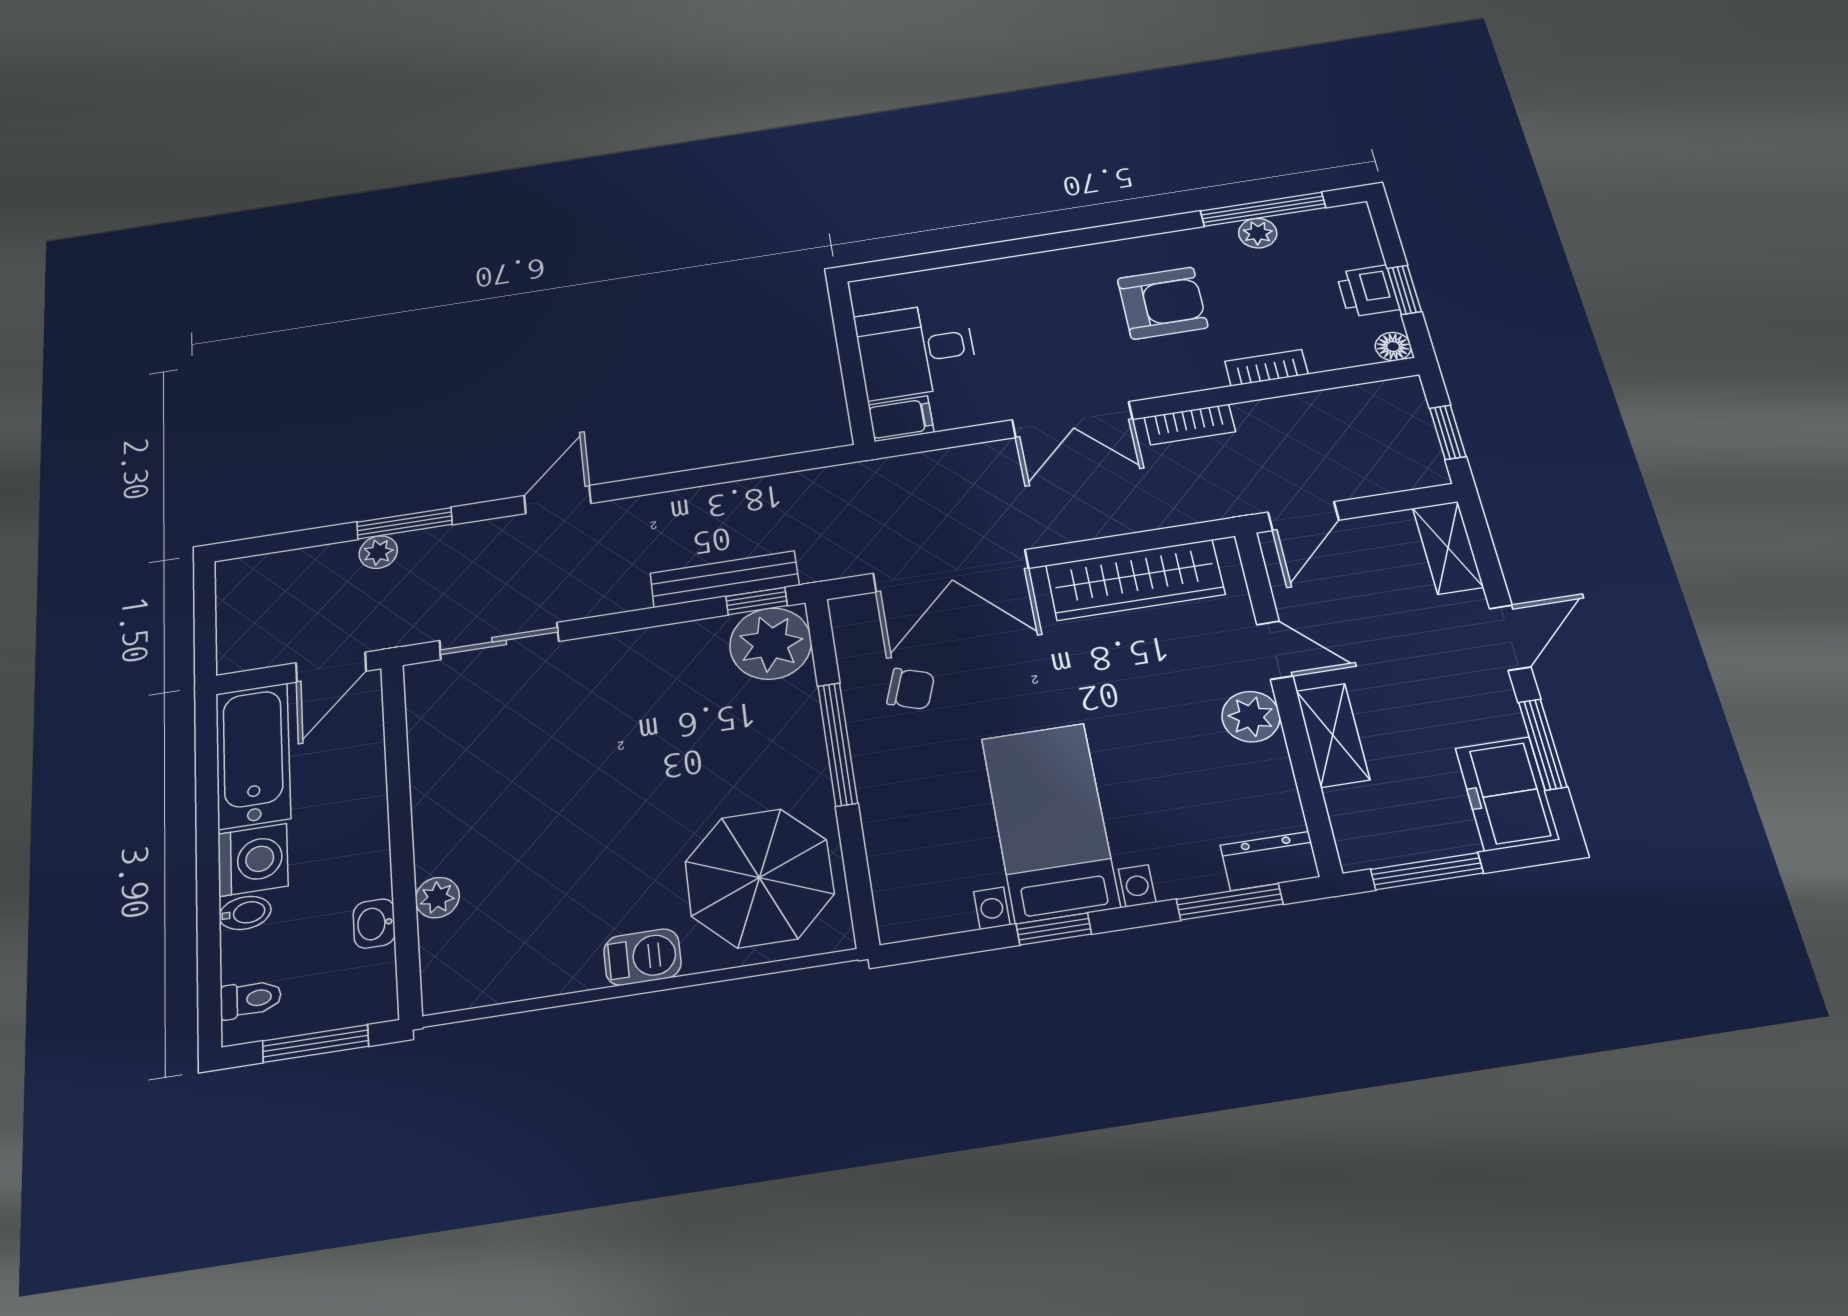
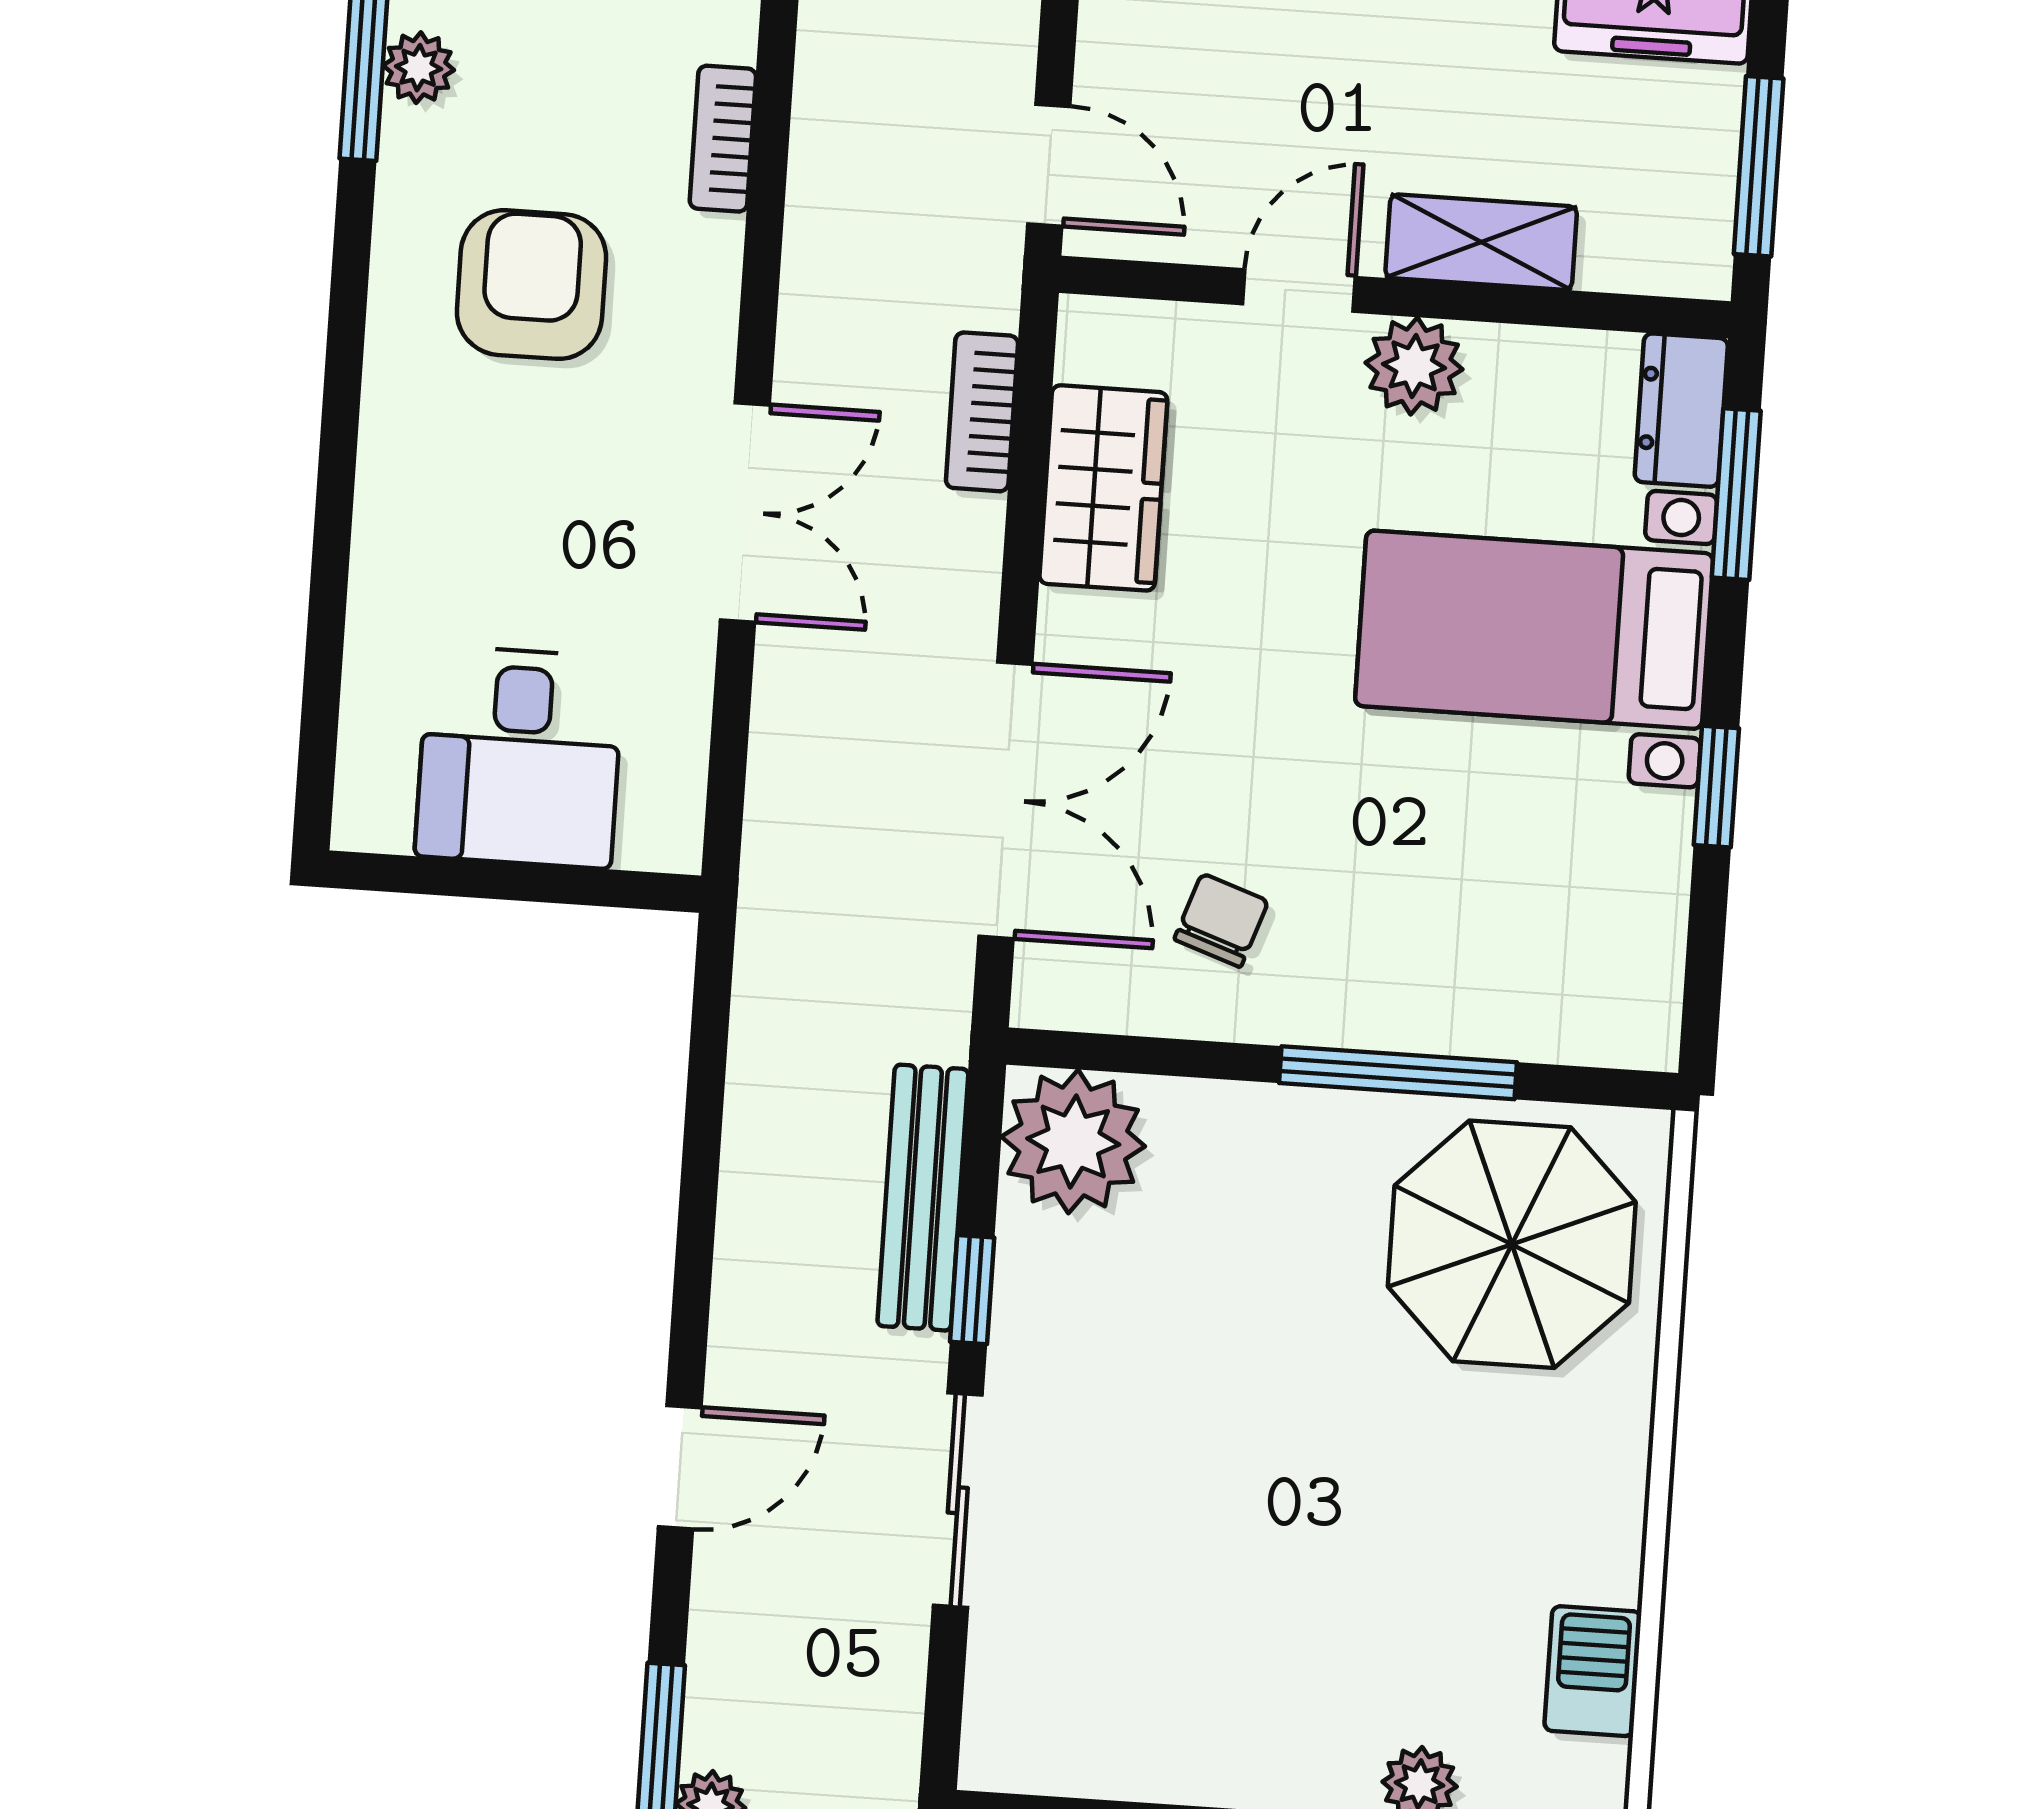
filing cabinet: (901, 419) -> (663, 817), removed
bookcase: (1190, 424) -> (982, 412), moved, turned 180
door: (558, 500) -> (680, 1467), swing flipped
wardrobe: (1135, 580) -> (1103, 488), width x0.67
window: (757, 601) -> (972, 1290), moved
sliding door: (499, 641) -> (958, 1500), moved
window: (838, 744) -> (1398, 1073), moved
bed with nightstands: (1050, 822) -> (1534, 630), moved
barbecue: (642, 957) -> (1593, 1671), moved

